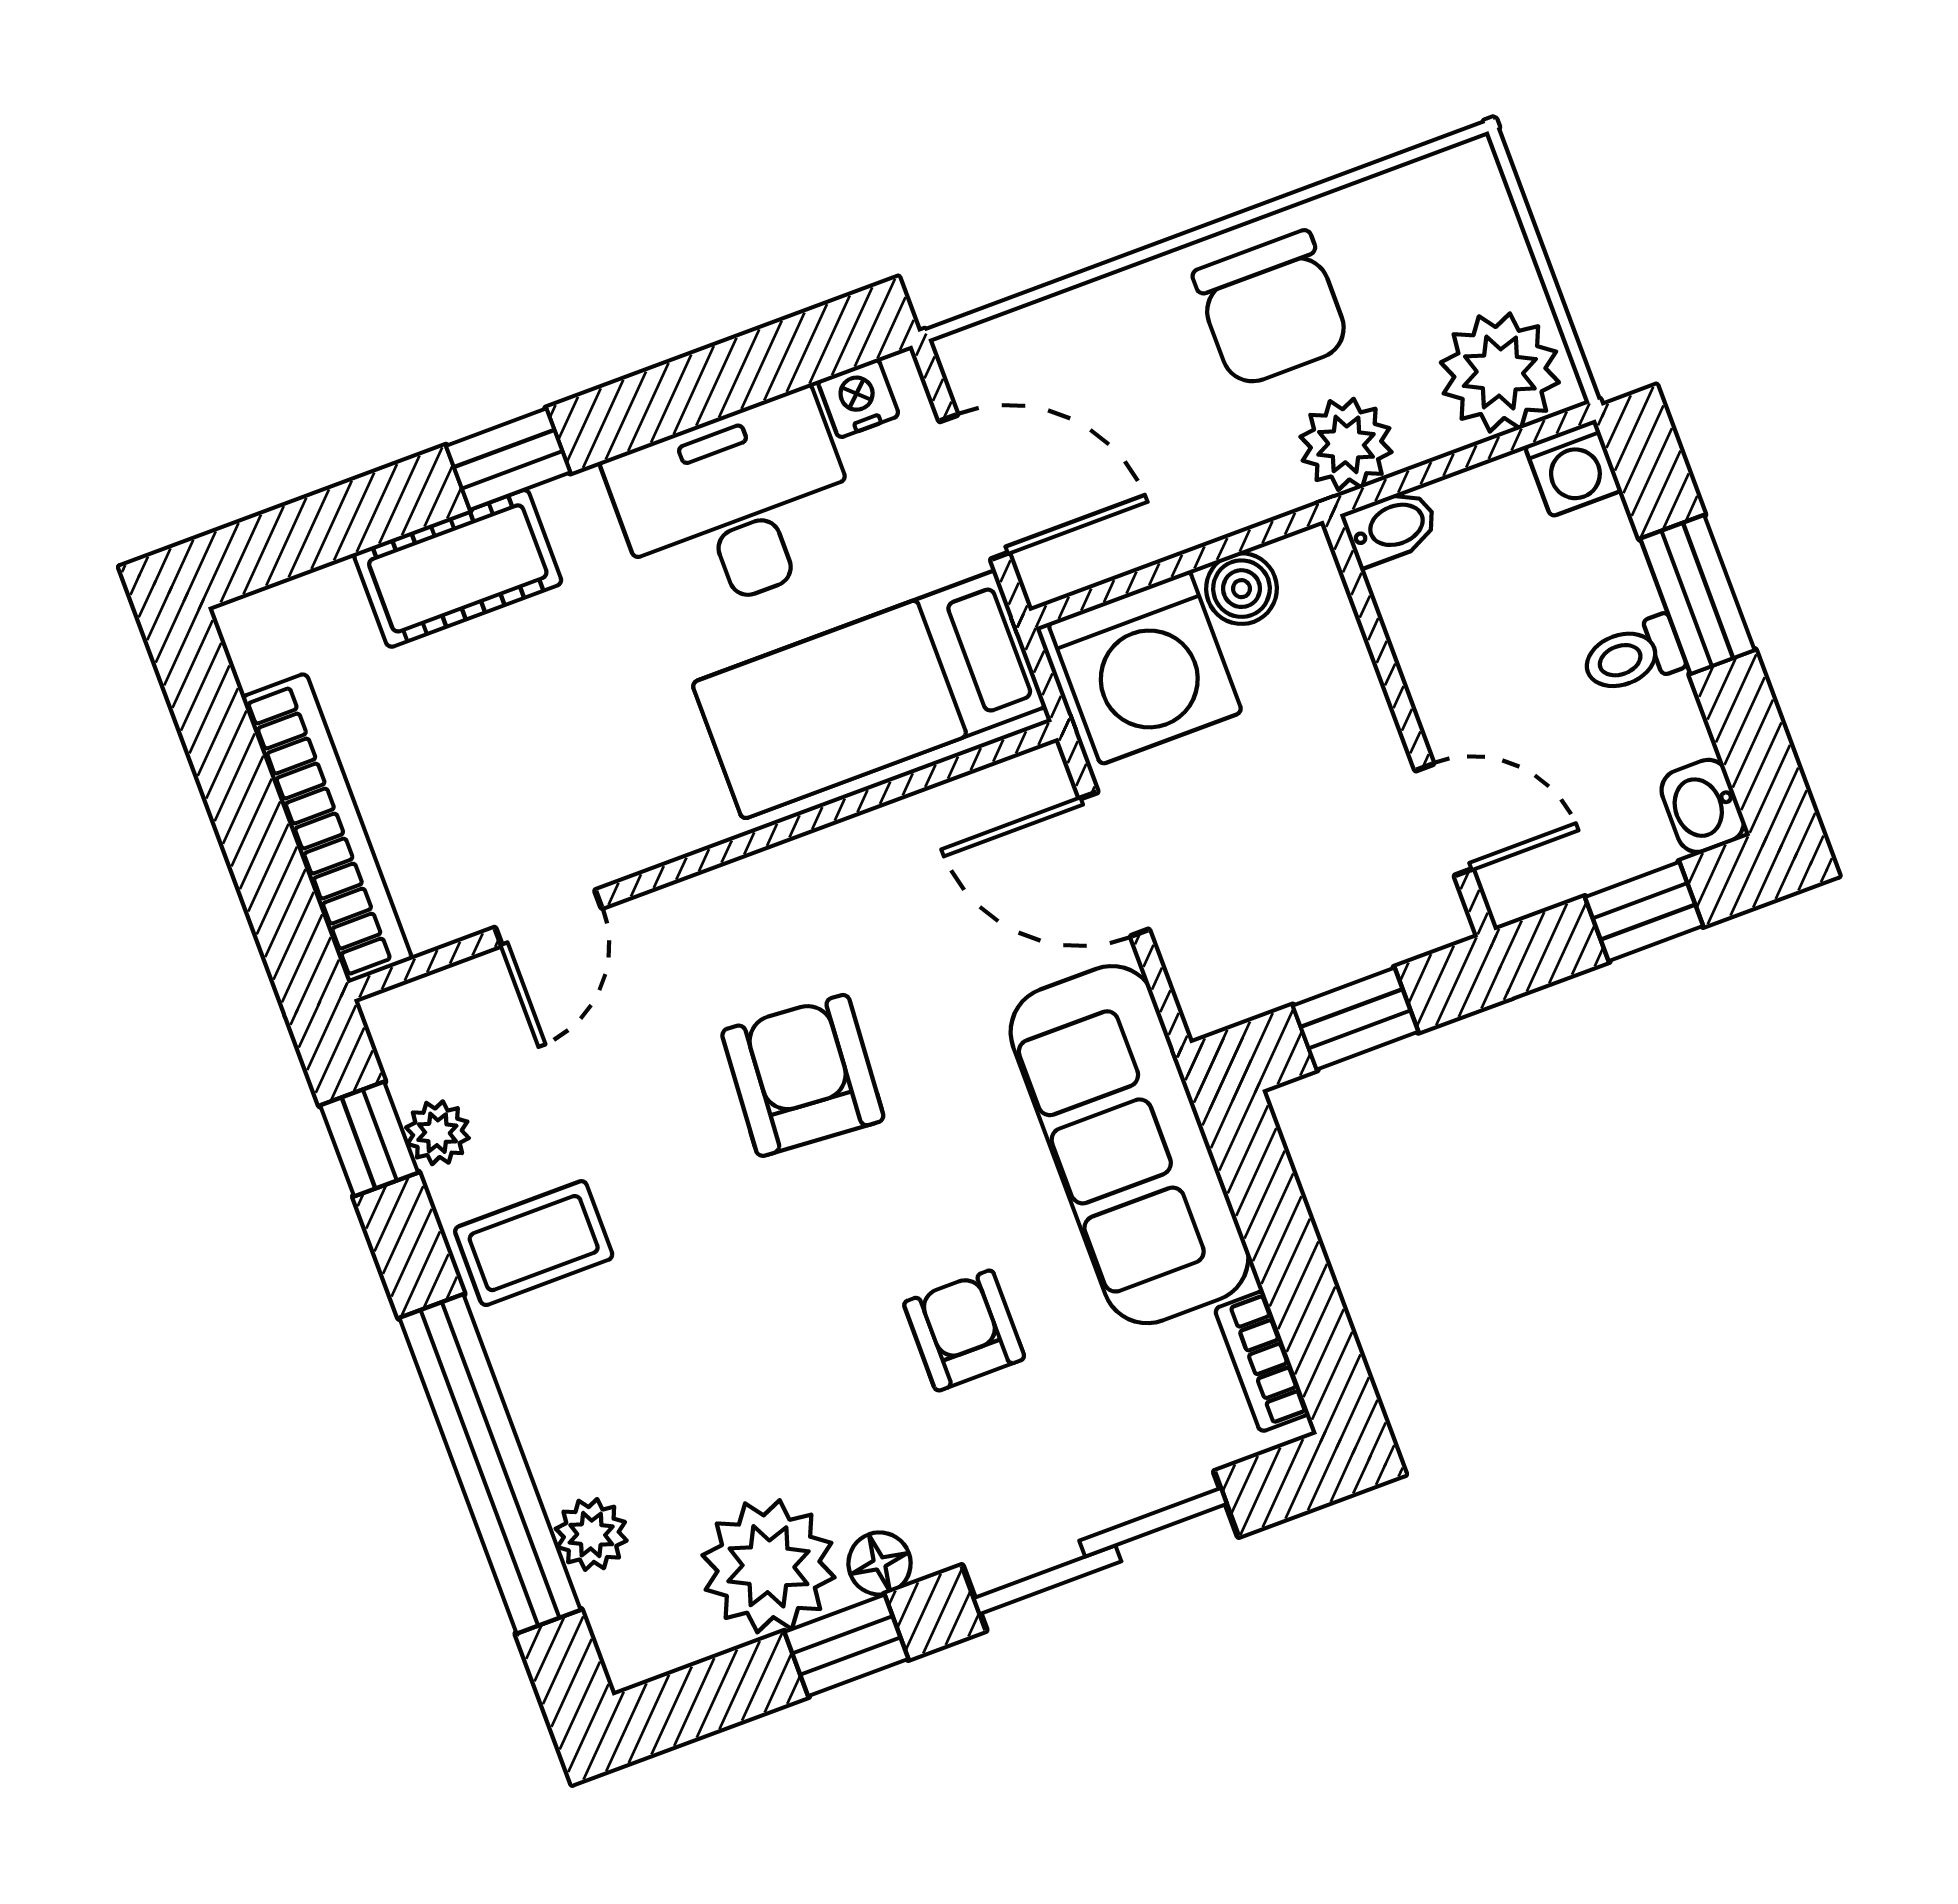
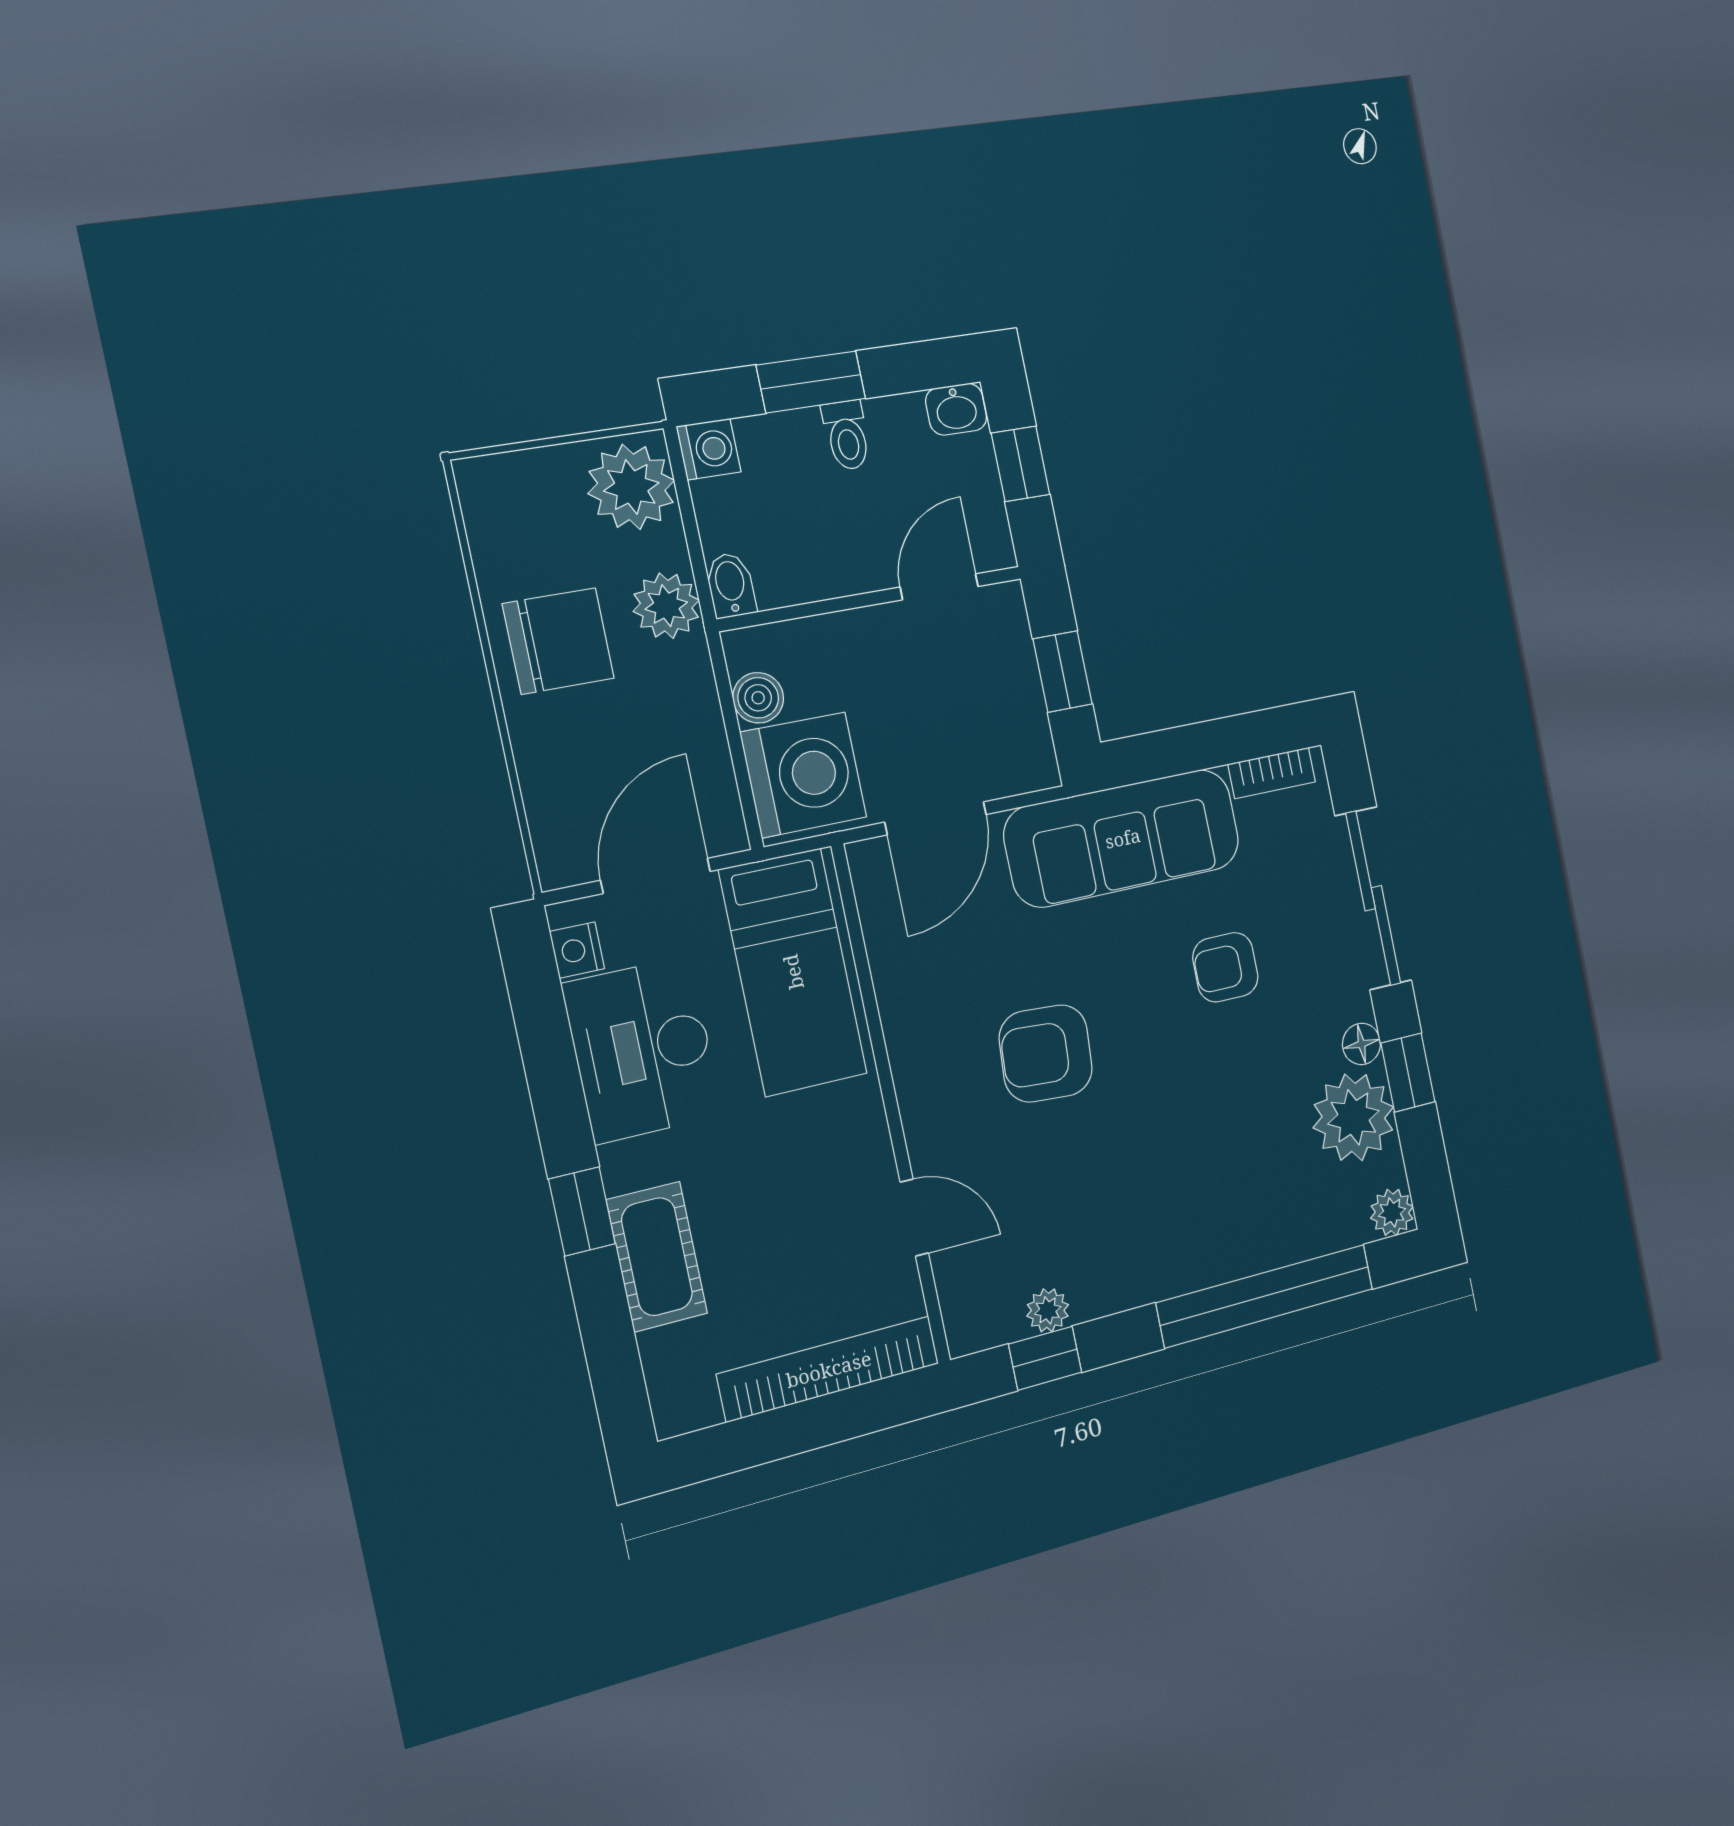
coffee table: (534, 1243) -> (1129, 1251), removed
plant: (591, 1535) -> (1392, 1212), moved

